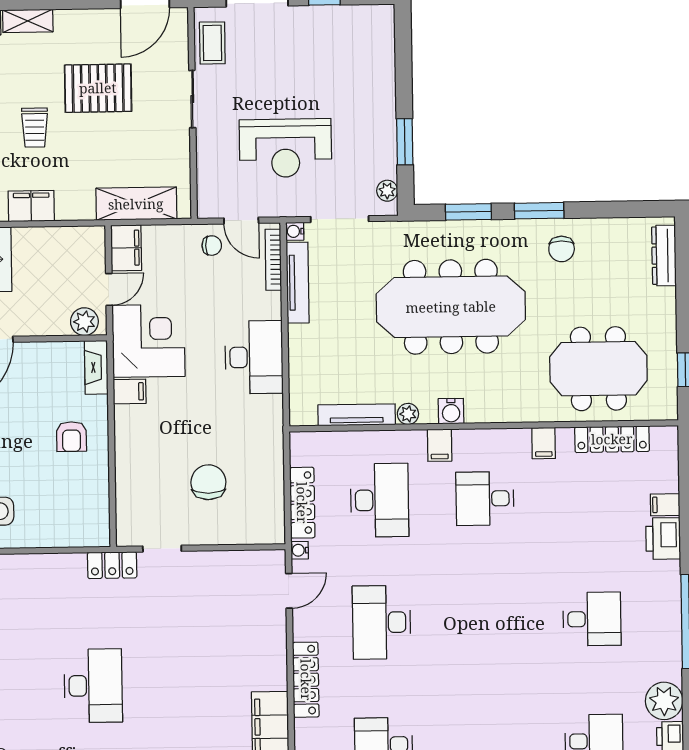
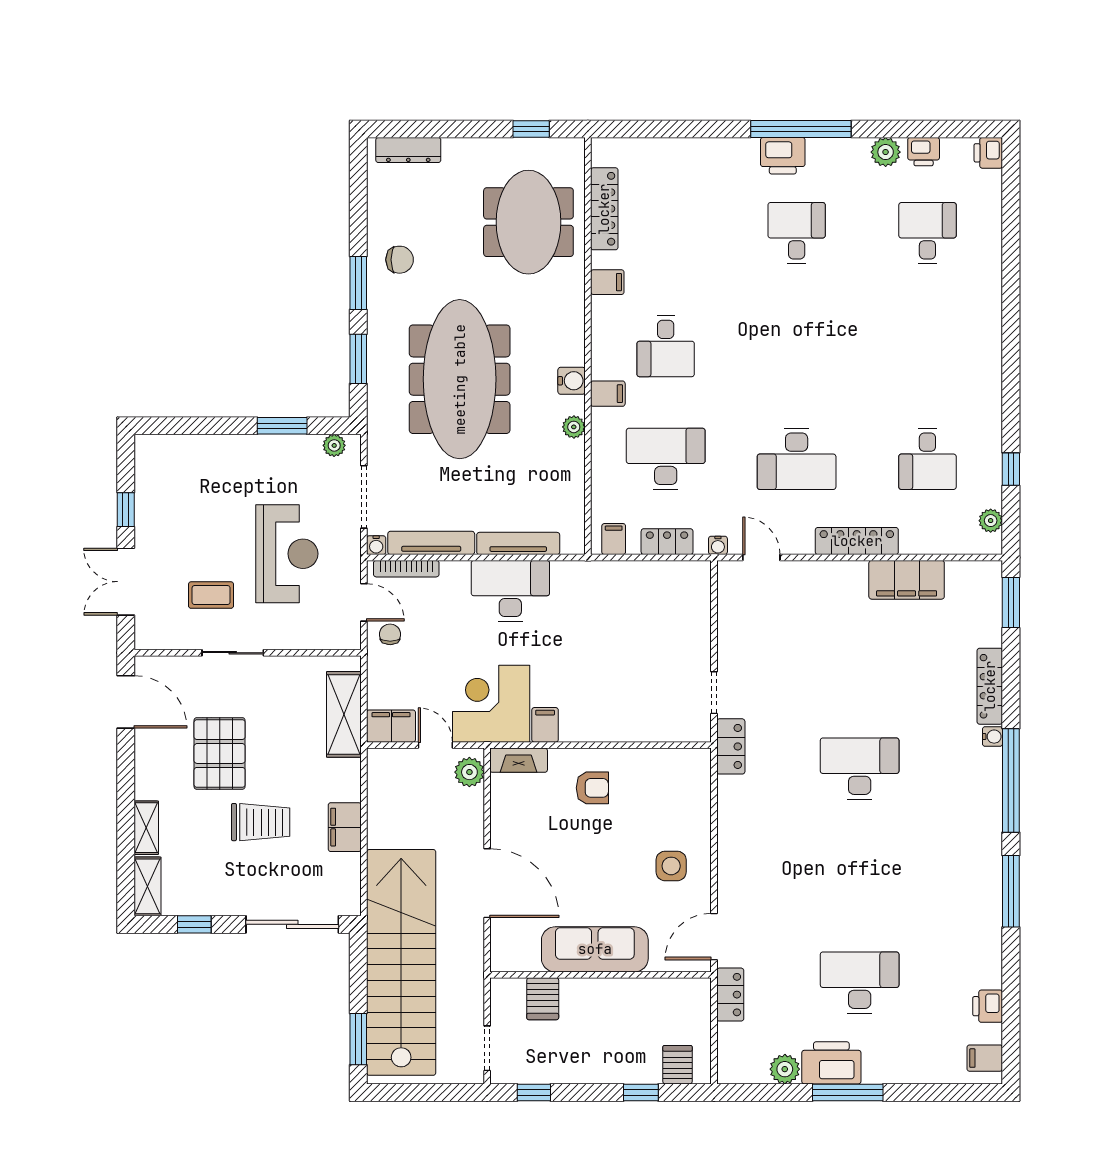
coffee table: (212, 43) -> (211, 595), moved
trolley: (35, 128) -> (261, 822), width x1.36, depth x1.39
door: (241, 221) -> (364, 602), hinge flipped
tv unit: (357, 415) -> (518, 543), moved, turned 90
chair: (208, 482) -> (644, 642), removed
locker: (302, 503) -> (667, 542), width x0.66
filing cabinet: (665, 505) -> (614, 539), moved, turned 180
printer: (663, 539) -> (783, 156), moved
plant: (664, 701) -> (886, 152), width x0.73, depth x0.73

